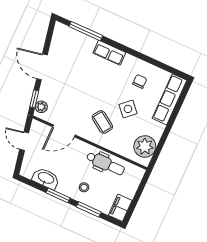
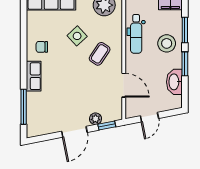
chair: (140, 81) -> (42, 47), moved
plant: (41, 107) -> (96, 119), moved
dental chair: (105, 164) -> (136, 34), turned 180
stool: (84, 187) -> (167, 43), width x1.89, depth x1.89

